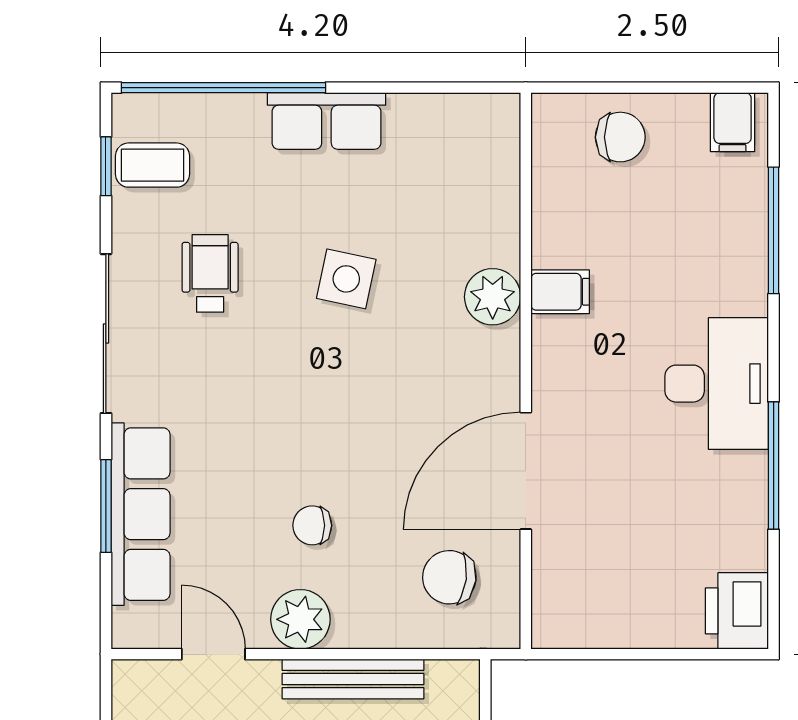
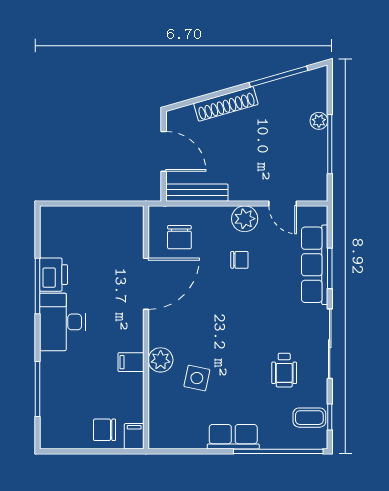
filing cabinet: (733, 122) -> (134, 436), moved
side table: (346, 279) -> (197, 378), moved
chair: (449, 577) -> (179, 237), turned 83
printer: (737, 611) -> (54, 275), moved
bench: (353, 679) -> (197, 193), moved

